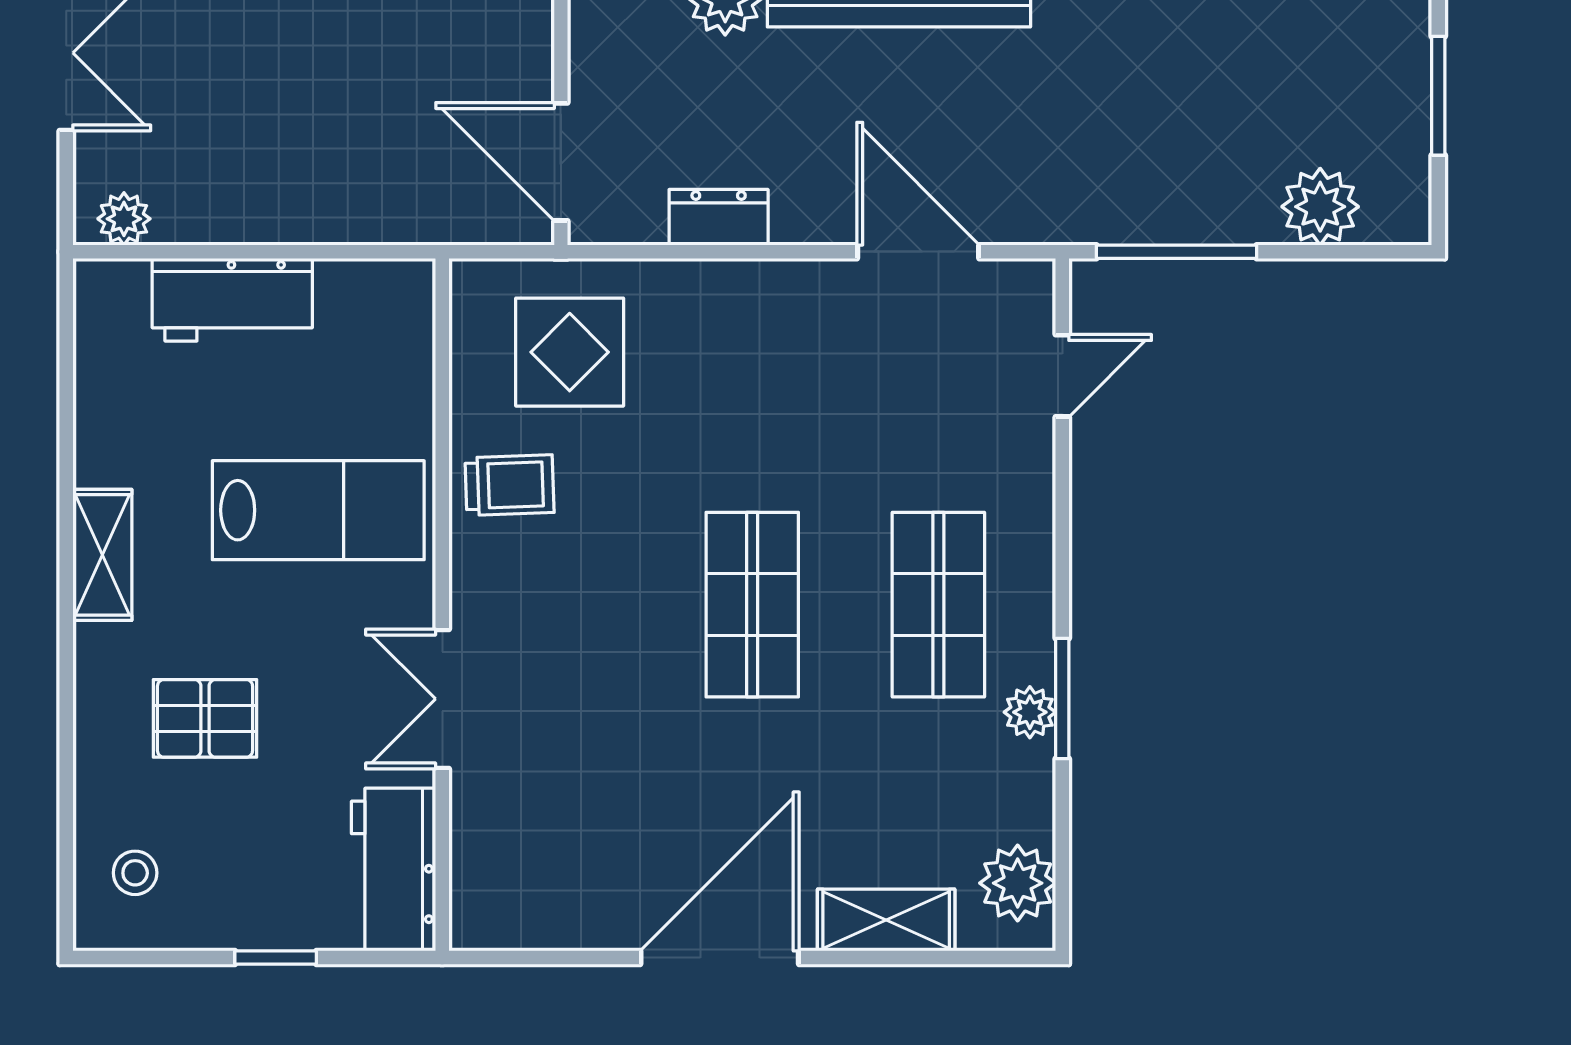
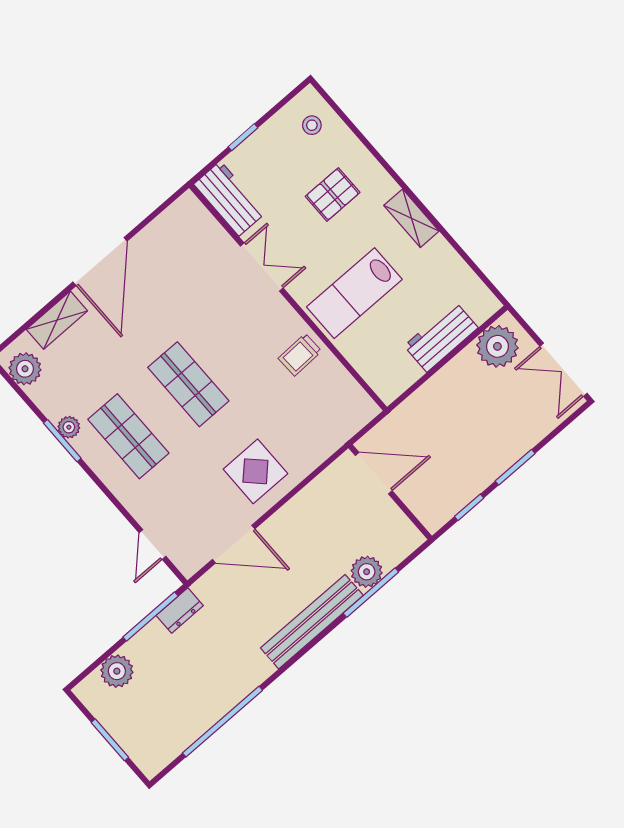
dresser: (719, 217) -> (180, 611), moved
plant: (124, 219) -> (497, 346), width x1.87, depth x1.87
display table: (570, 352) -> (255, 471), moved

